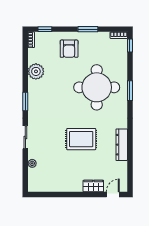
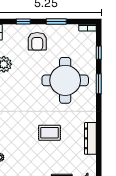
window: (45, 29) -> (23, 21), moved
window: (130, 45) -> (99, 53), moved
rug: (81, 139) -> (49, 133), width x0.73, depth x0.70

